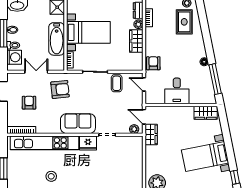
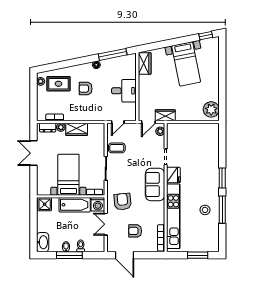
washing machine: (14, 57) -> (98, 204), moved, turned 180
armchair: (153, 63) -> (86, 89), moved

